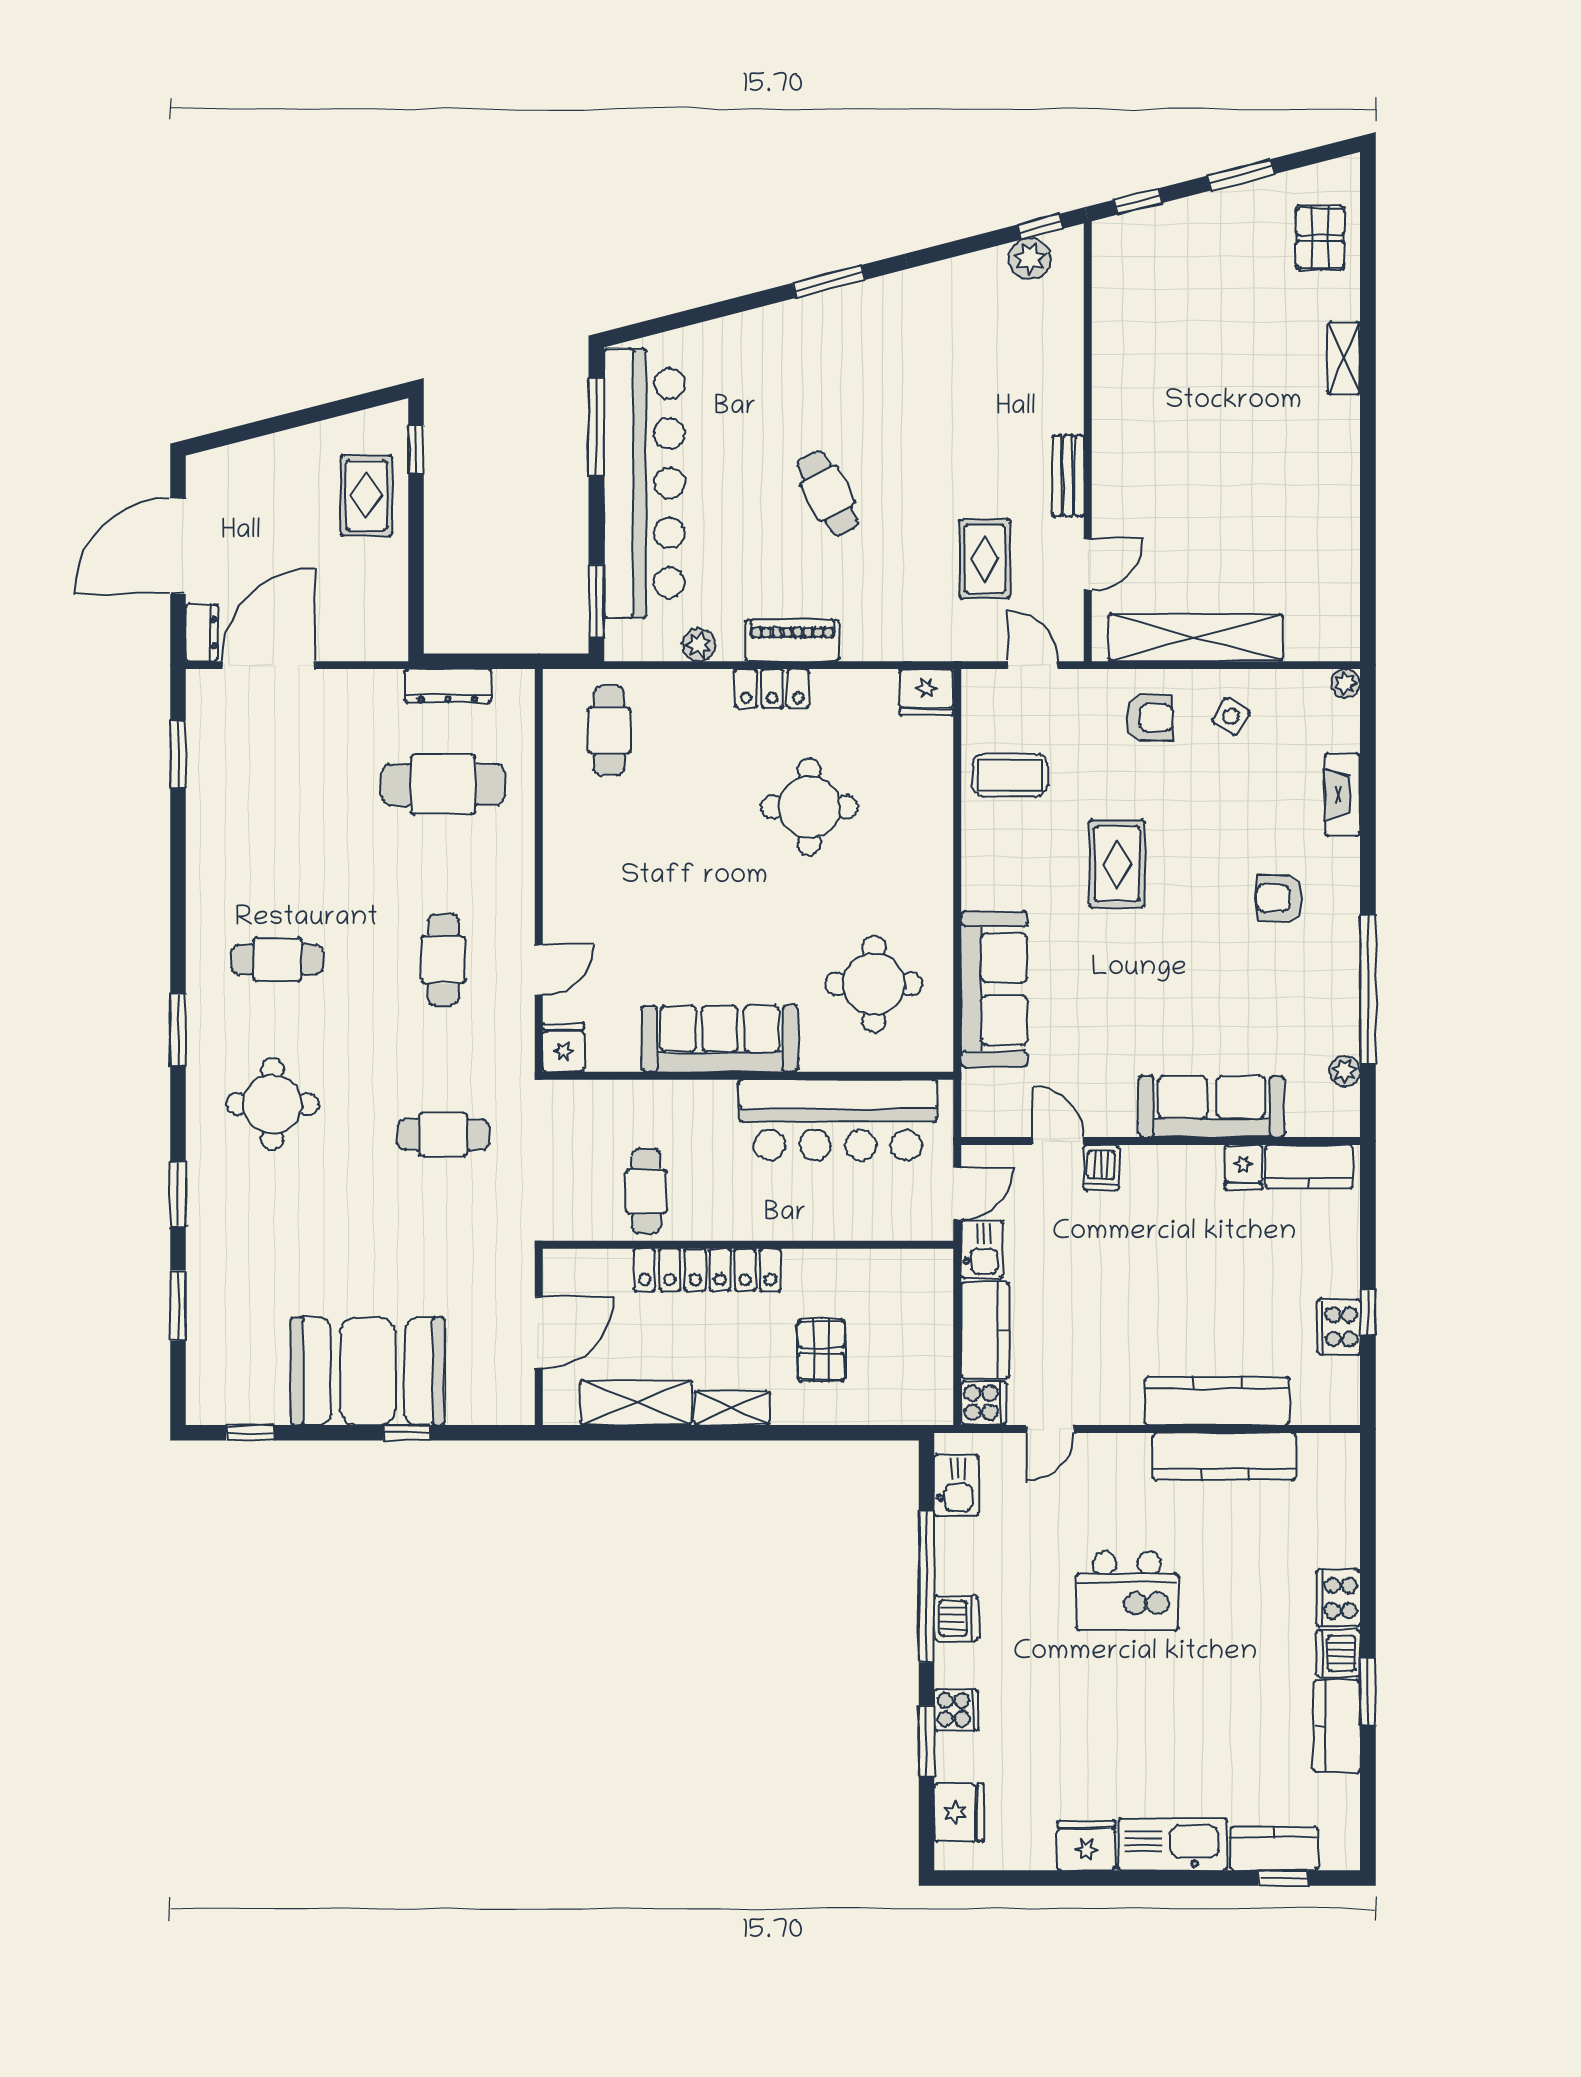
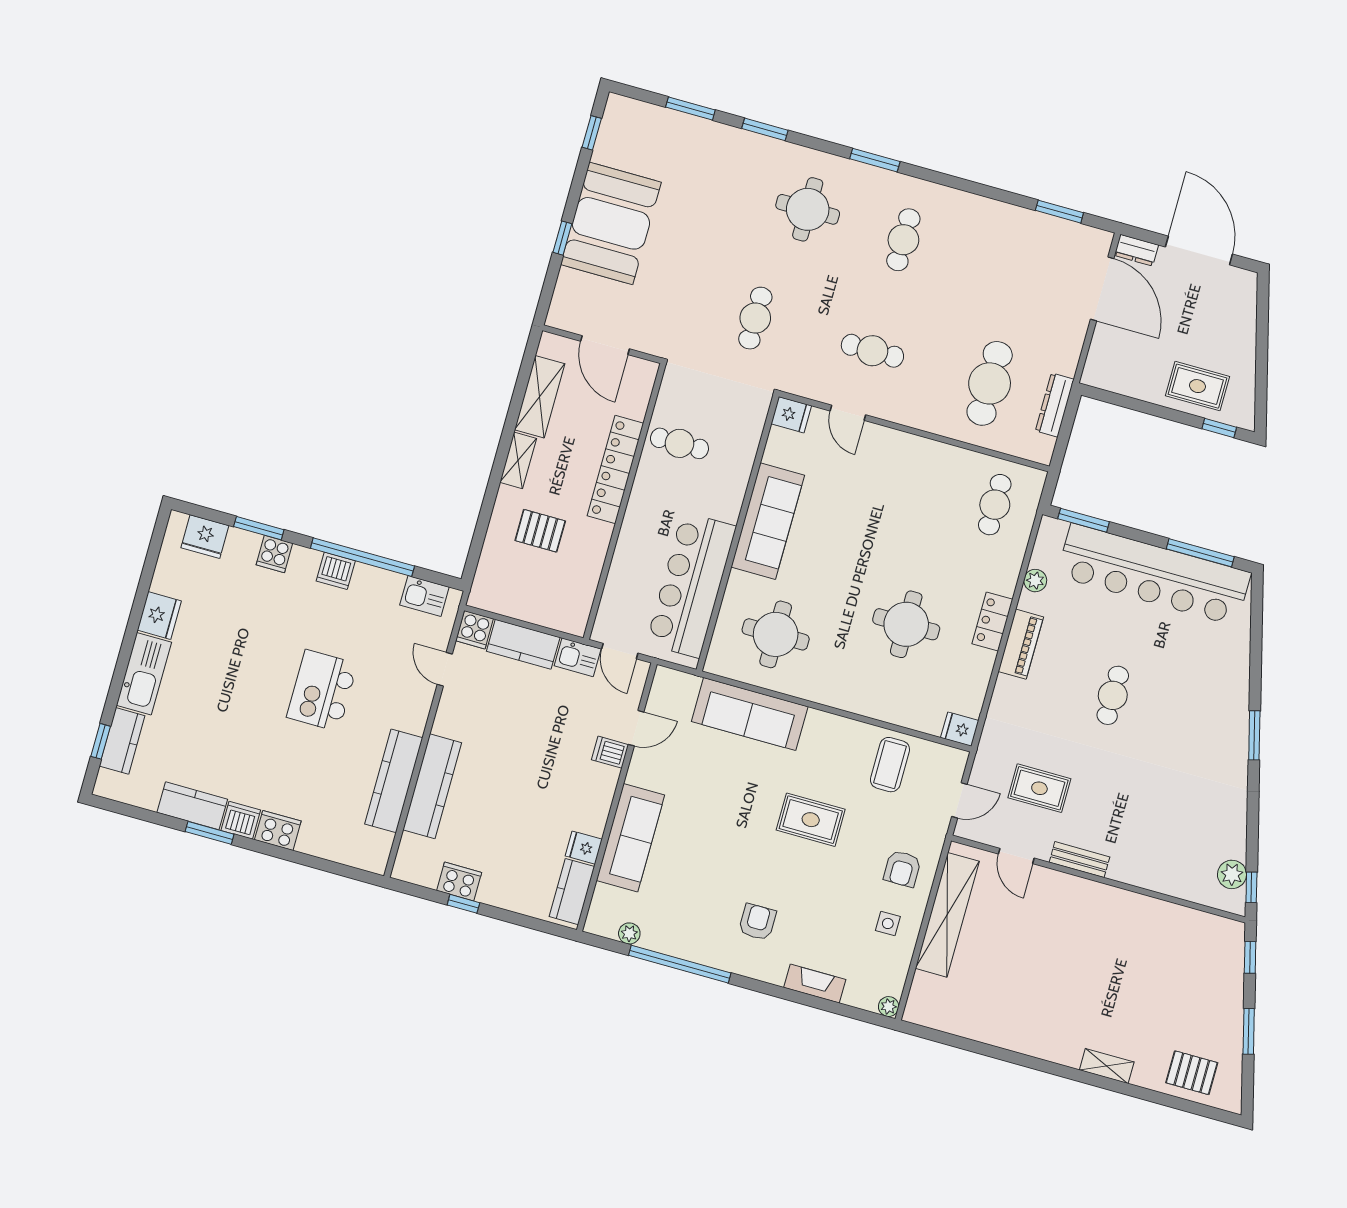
cafe table: (828, 493) -> (1113, 695), turned -63
fridge: (926, 692) -> (960, 729), width x0.72
side table: (1231, 717) -> (888, 923), turned -33
cafe table: (609, 730) -> (995, 505), turned 90

